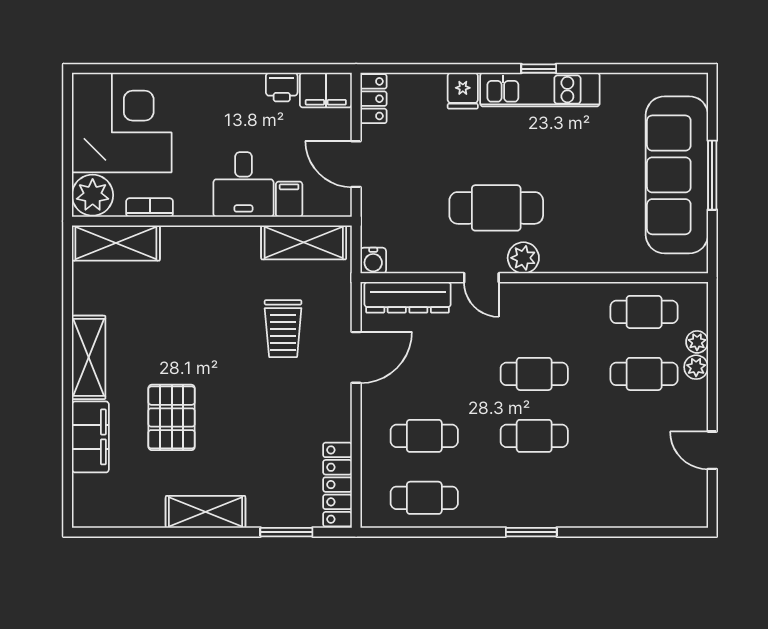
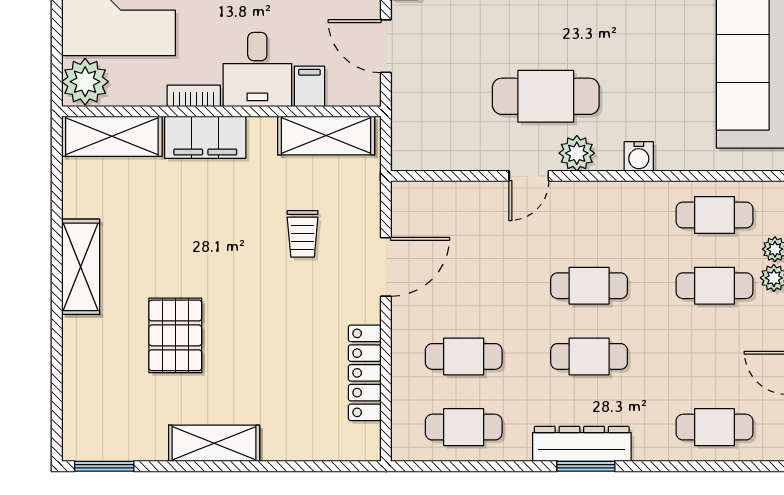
bookcase: (150, 208) -> (194, 96), moved
water cooler: (373, 261) -> (639, 156), moved
door: (481, 278) -> (529, 176), hinge flipped
dresser: (408, 297) -> (582, 444), moved, turned 180
trolley: (283, 329) -> (303, 234), width x0.73, depth x0.72
filing cabinet: (90, 437) -> (205, 137), moved, turned 90
locker: (338, 485) -> (365, 373), moved
cafe table: (644, 498) -> (715, 427), added
window: (286, 532) -> (104, 466), moved

